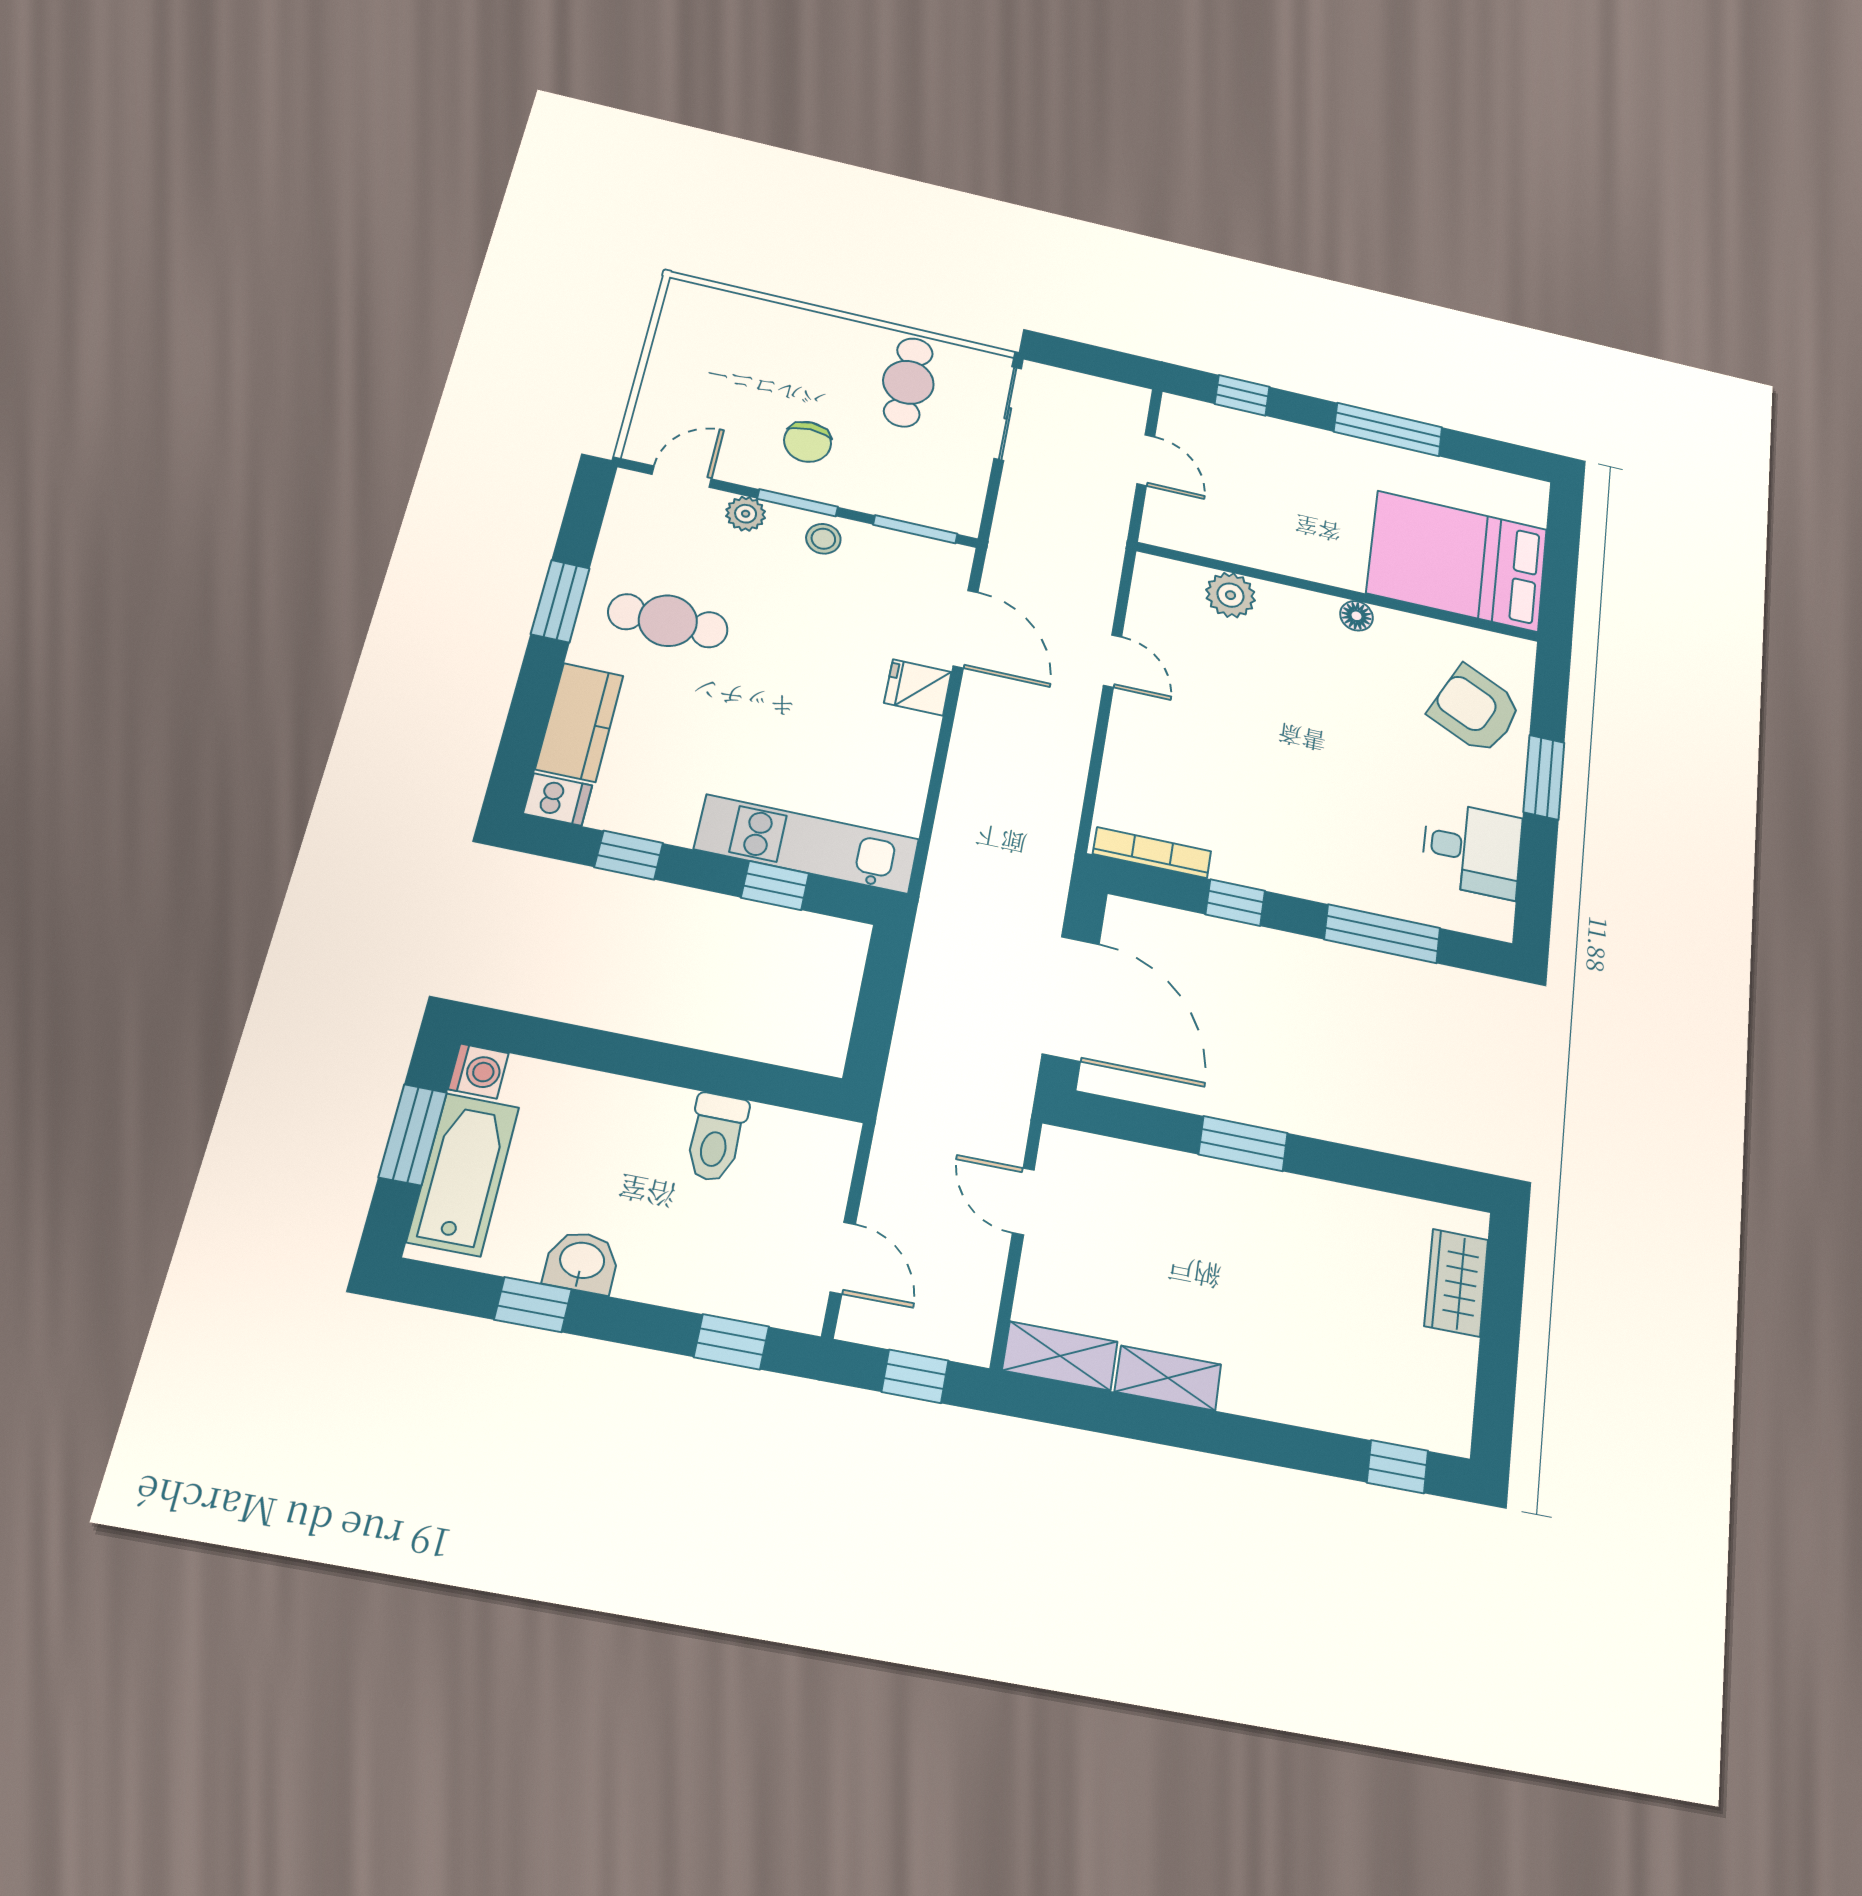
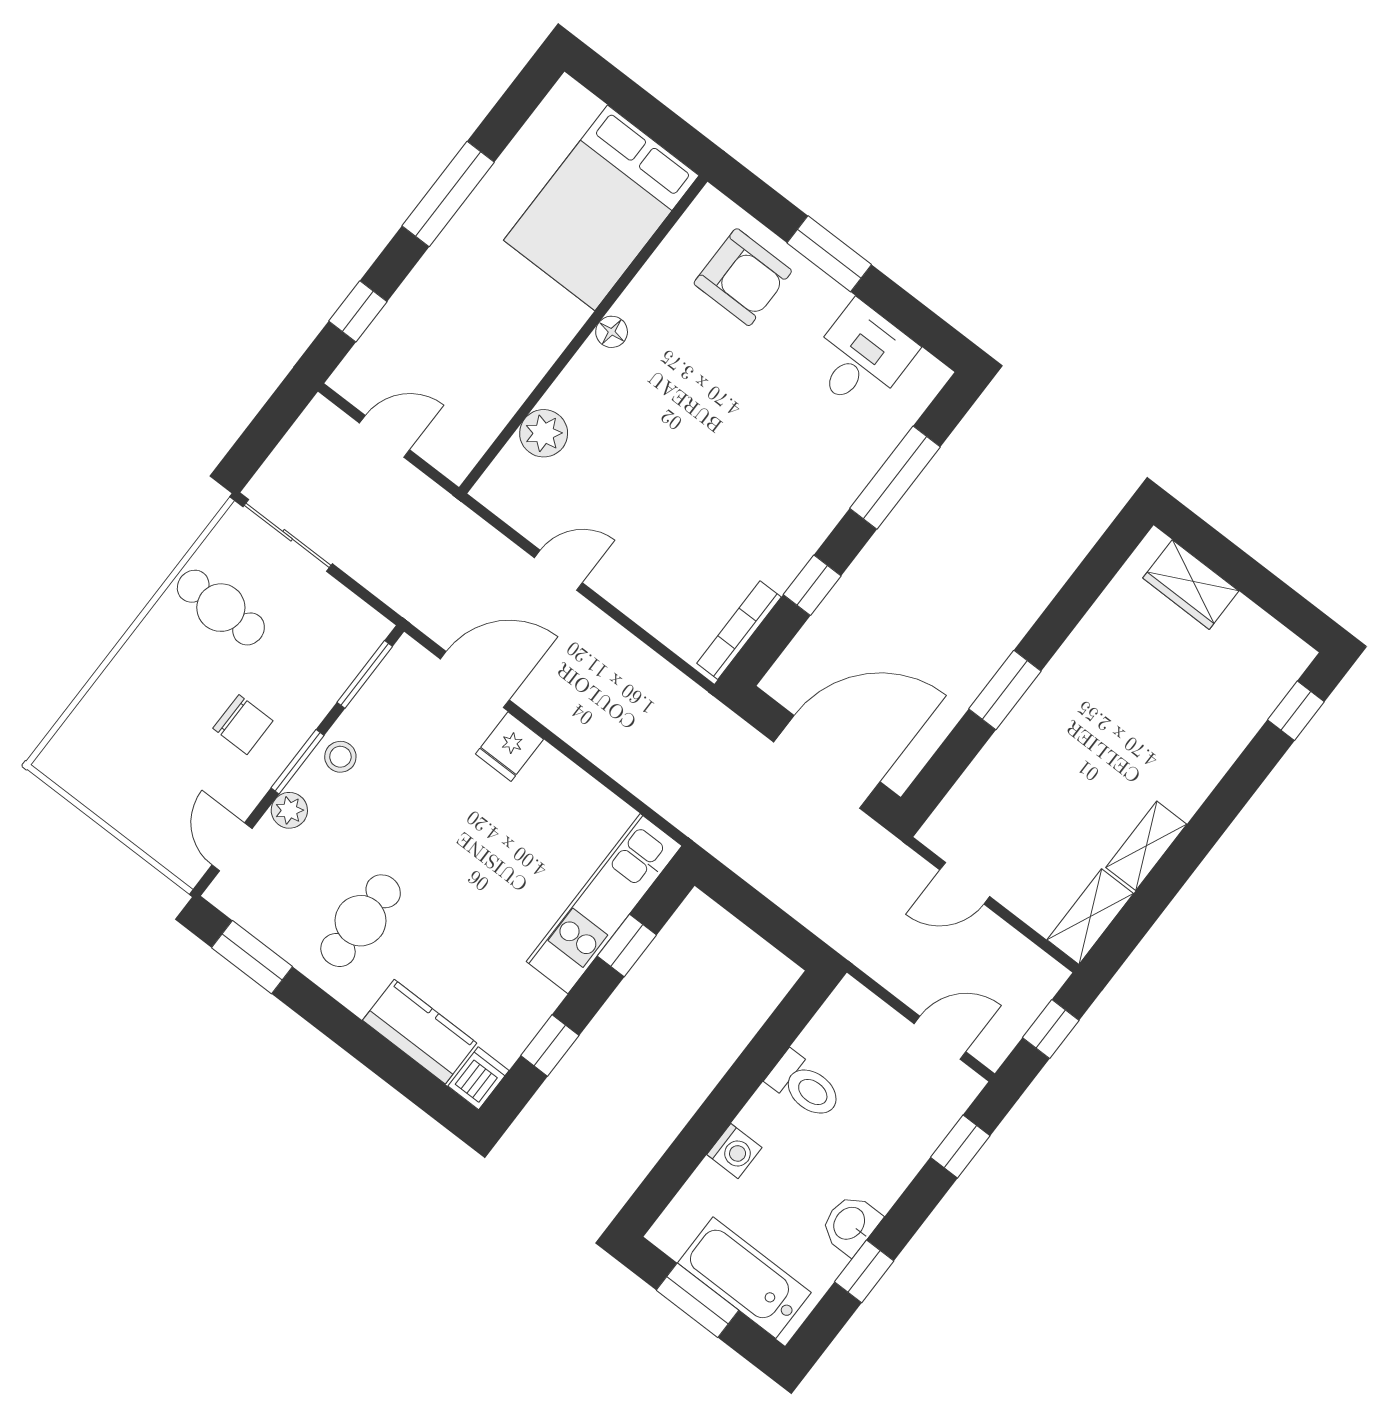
window: (560, 601) -> (252, 957), moved
armchair: (1475, 710) -> (743, 277), turned -116
washing machine: (478, 1071) -> (734, 1151), moved, turned 90

